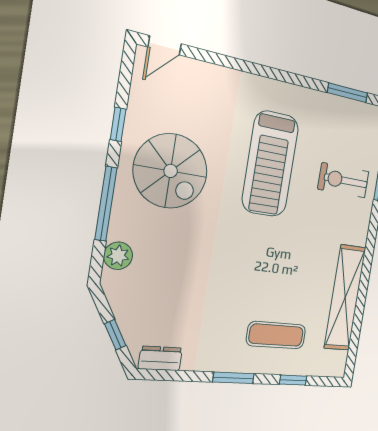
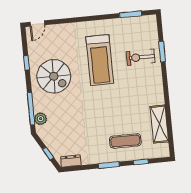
window: (106, 204) -> (31, 109), moved
shelving: (345, 298) -> (159, 124), width x0.68

